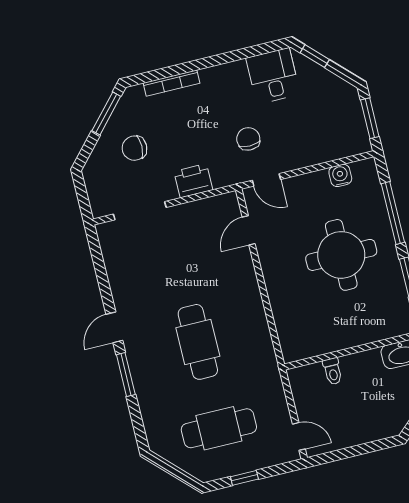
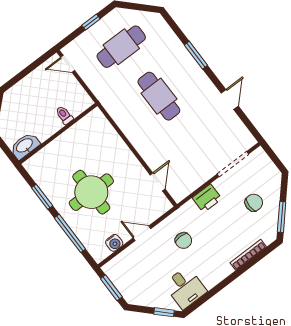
door: (266, 180) -> (142, 233), moved
door: (114, 327) -> (230, 100), moved

